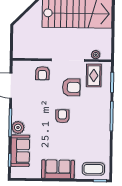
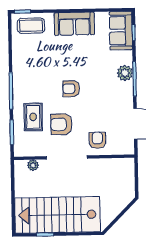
rug: (94, 76) -> (33, 117), moved
armchair: (62, 116) -> (71, 89), turned 90
sofa: (20, 151) -> (121, 31), moved

